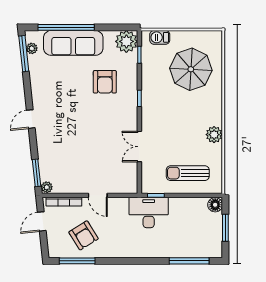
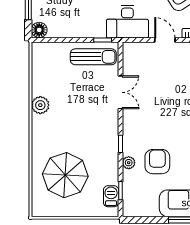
barbecue: (160, 37) -> (111, 196), moved, turned -90
plant: (126, 41) -> (129, 163), moved, width x0.53, depth x0.53
sun lounger: (188, 173) -> (93, 57), moved
desk: (149, 212) -> (127, 22), moved

